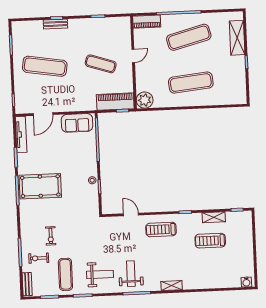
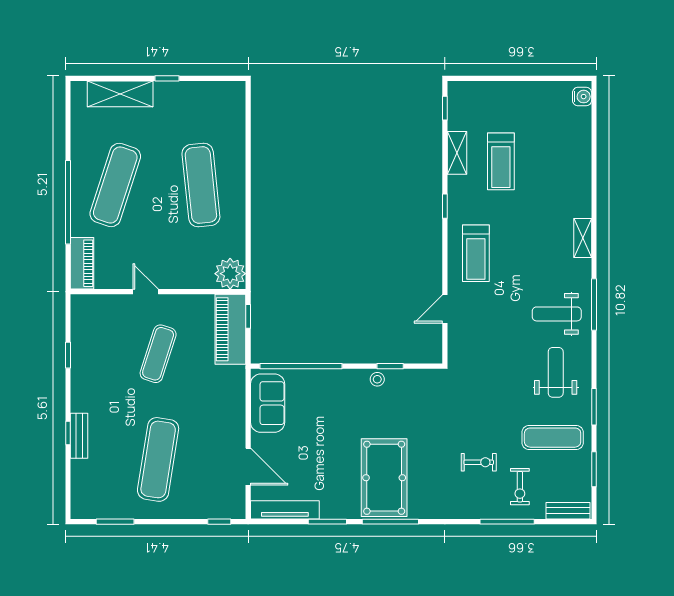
exercise mat: (189, 37) -> (115, 185), turned 33

